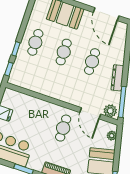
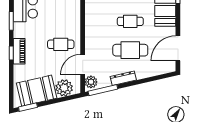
cafe table: (92, 62) -> (130, 50), width x1.37, depth x1.35
plant: (112, 136) -> (64, 88), width x1.88, depth x1.88

